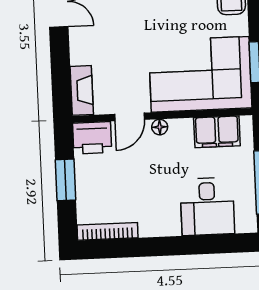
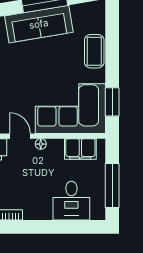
door: (130, 117) -> (20, 136), swing flipped

